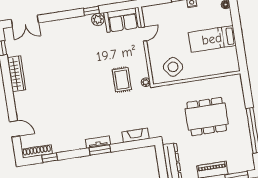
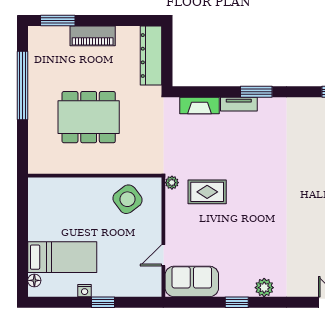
plant: (98, 20) -> (264, 288), moved
bed: (212, 39) -> (62, 257), moved
rug: (122, 80) -> (207, 192), turned 90
tv unit: (98, 142) -> (239, 104), moved

